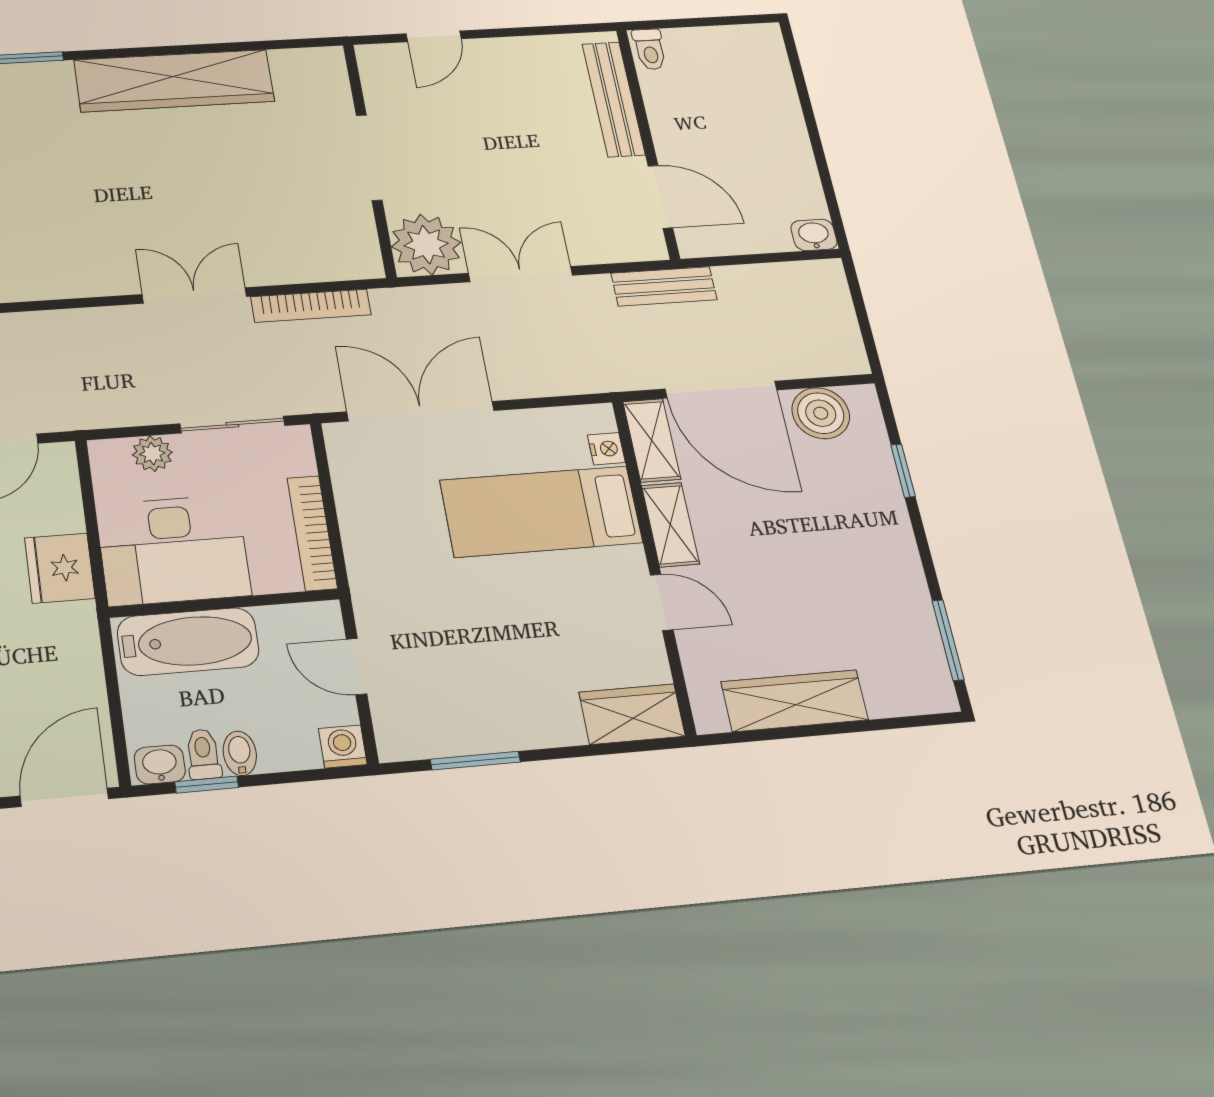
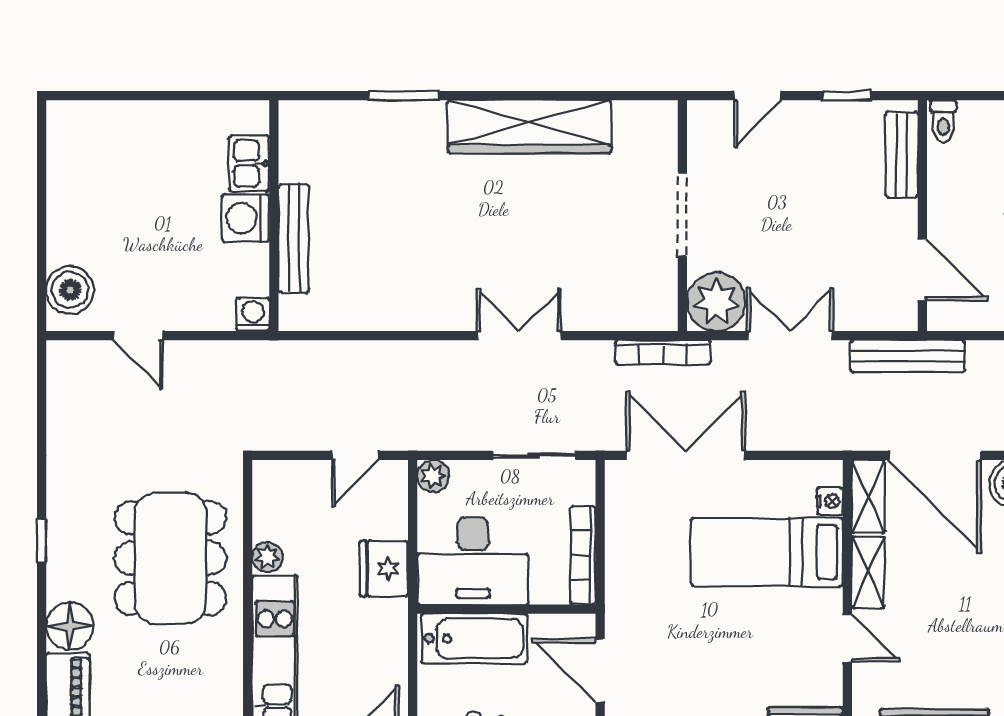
window: (535, 31) -> (847, 96), added
bench: (614, 99) -> (902, 154), width x0.73
bench: (664, 286) -> (908, 356), width x1.36
bookcase: (311, 306) -> (663, 352), moved
plant: (152, 454) -> (433, 476), moved
door: (357, 666) -> (600, 671), width x1.38

